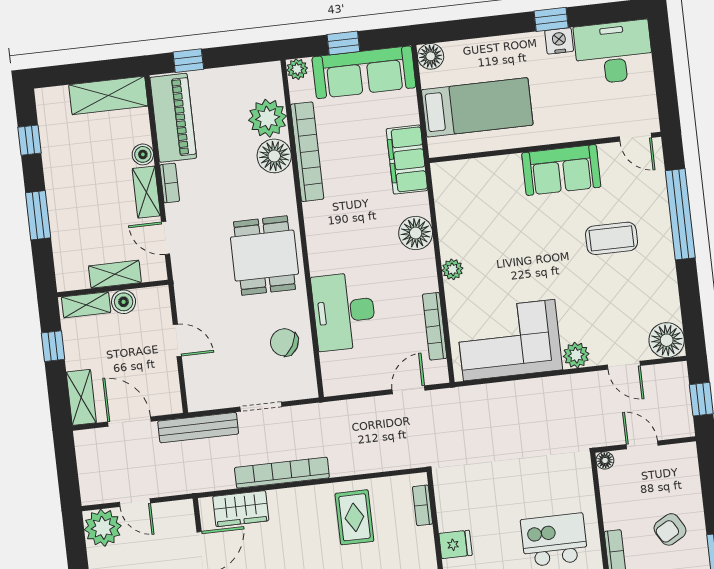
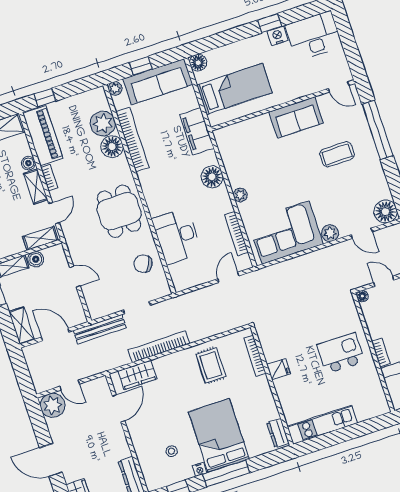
door: (166, 238) -> (54, 213), swing flipped
shelving: (115, 274) -> (40, 238), moved
bookcase: (422, 505) -> (255, 356), width x1.56

